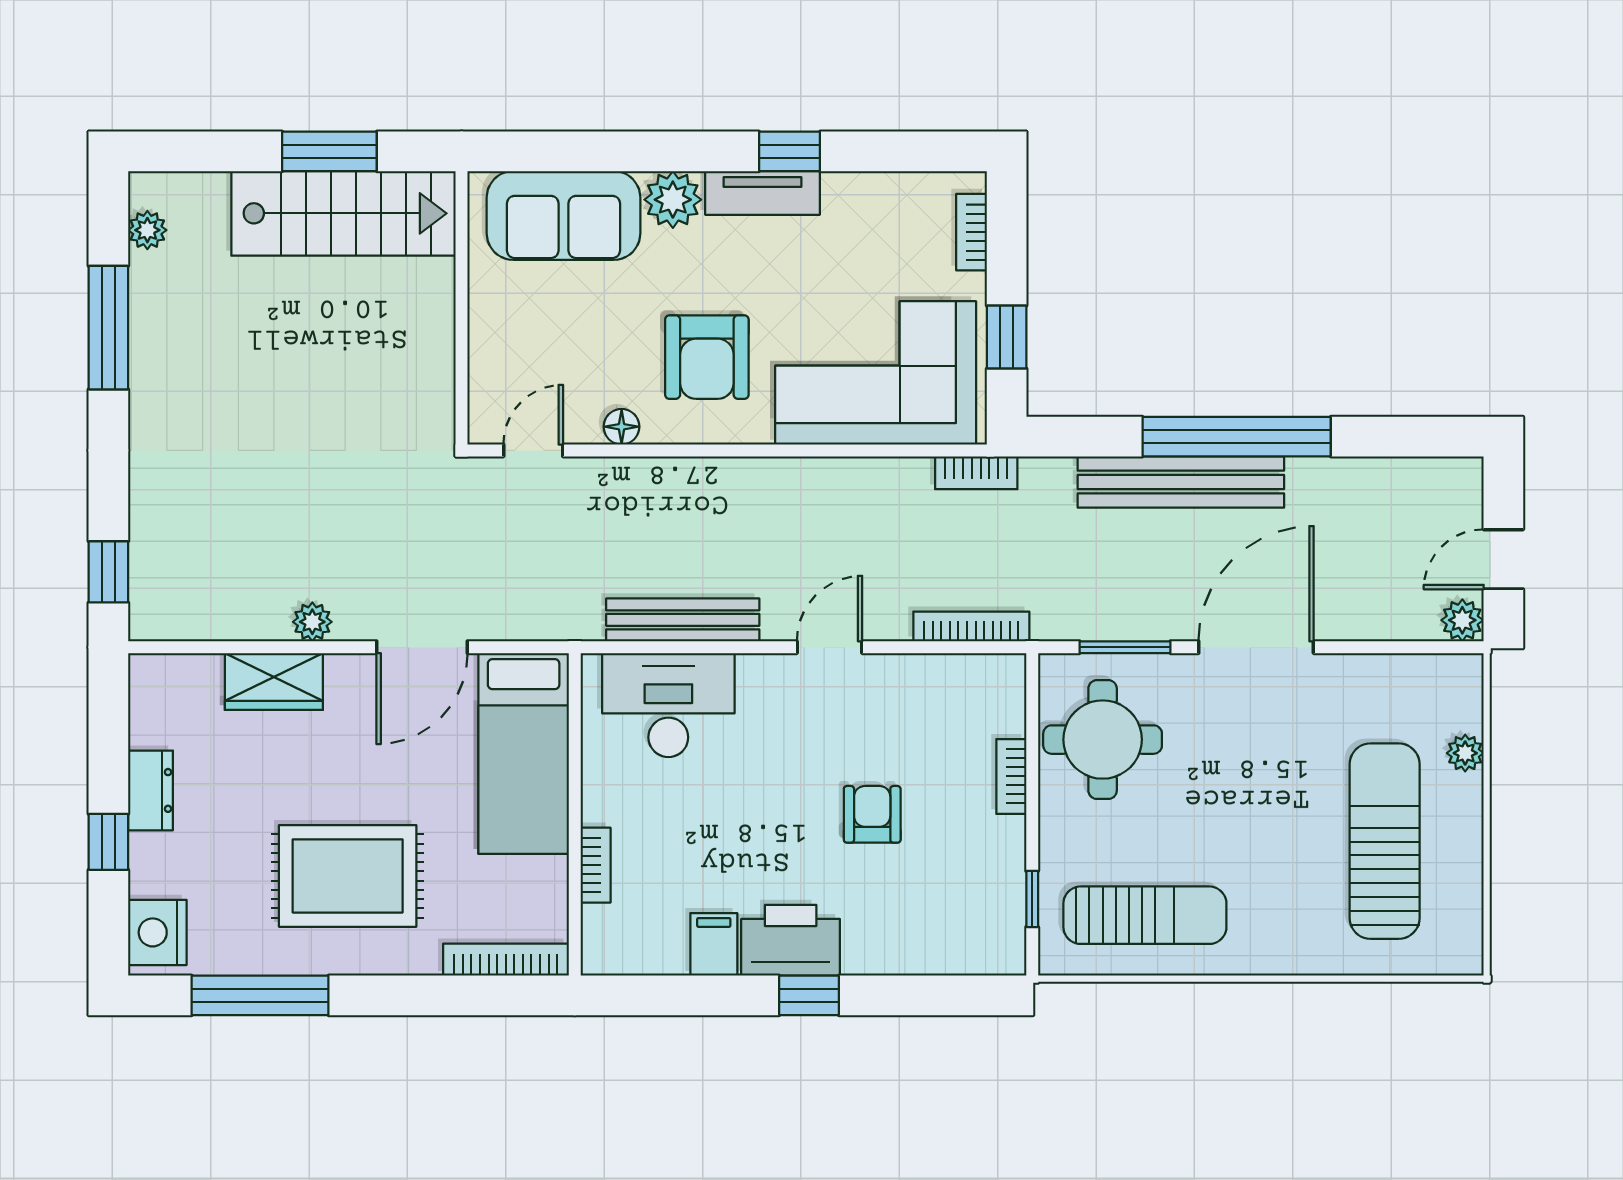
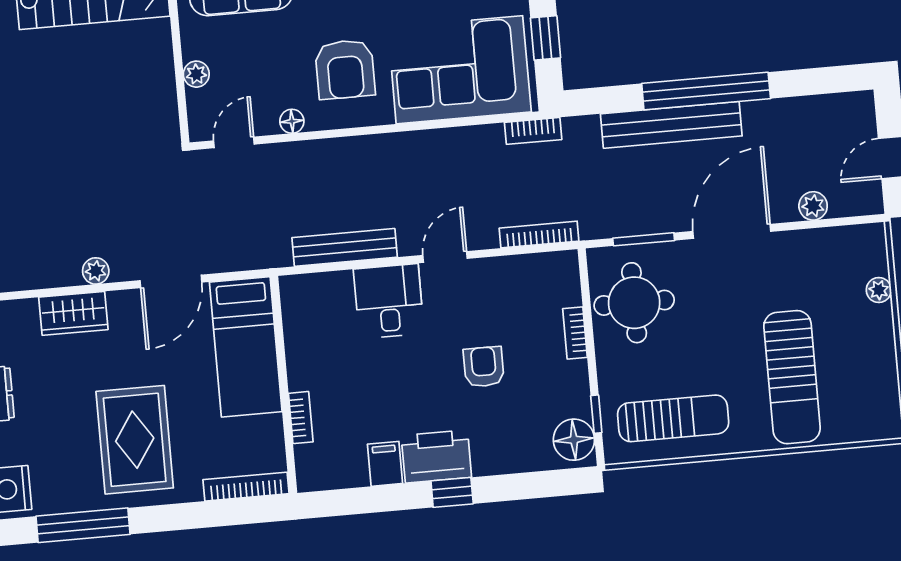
plant: (487, 345) -> (196, 74), added
plant: (1462, 620) -> (813, 206), moved
desk: (668, 705) -> (389, 301), moved, width x0.73
sun lounger: (1385, 841) -> (792, 377), moved, turned 180
rug: (348, 876) -> (135, 440), turned 90
floor lamp: (996, 934) -> (574, 440), added

